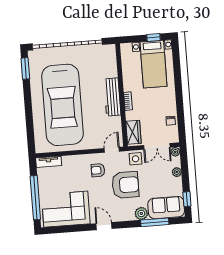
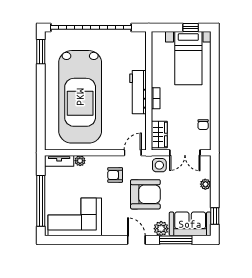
plant: (175, 152) -> (80, 161), moved
door: (104, 226) -> (136, 240), moved

